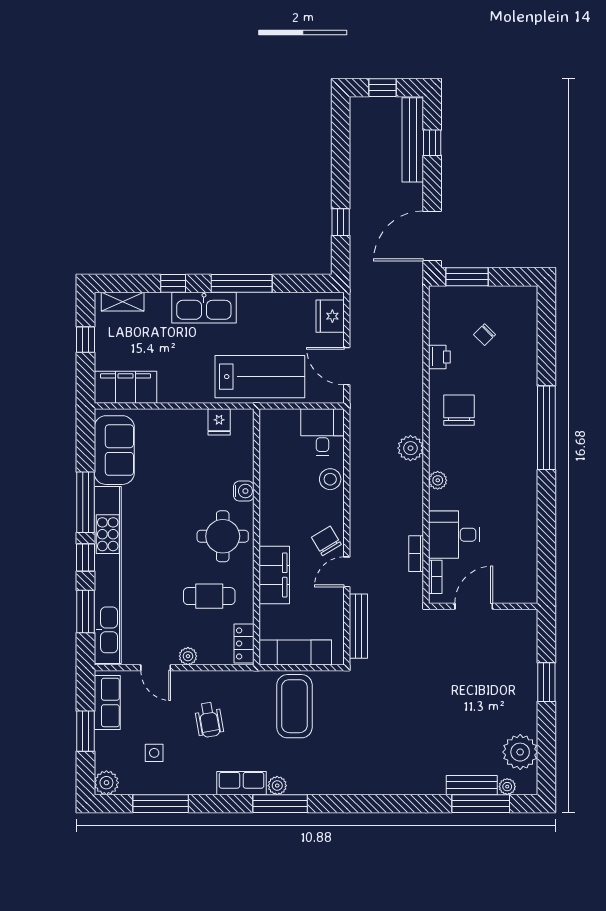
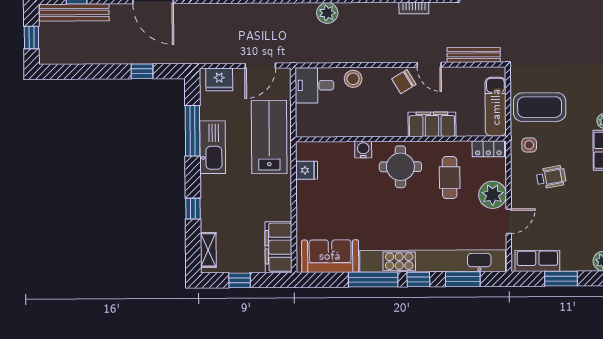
window: (242, 283) -> (193, 131), moved
kitchen sink: (204, 308) -> (213, 147), moved
plant: (188, 656) -> (493, 195), width x1.87, depth x1.87
side table: (154, 753) -> (529, 145), moved

